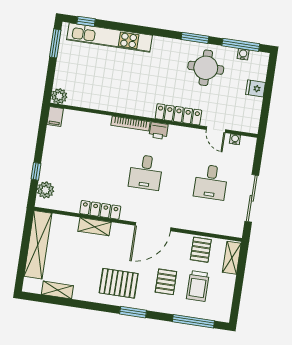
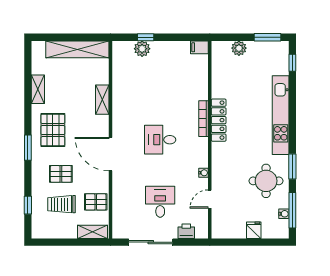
kitchen unit: (109, 37) -> (281, 115), moved
plant: (59, 96) -> (239, 48), moved
locker: (178, 114) -> (219, 120), moved
printer: (159, 131) -> (186, 231), moved, turned 90
water cooler: (235, 139) -> (203, 173), moved
desk: (211, 182) -> (160, 202), turned 90
plant: (45, 190) -> (142, 49), moved
locker: (100, 210) -> (119, 103), removed
shelving: (57, 290) -> (38, 89), moved
window: (193, 321) -> (28, 205), width x0.46

